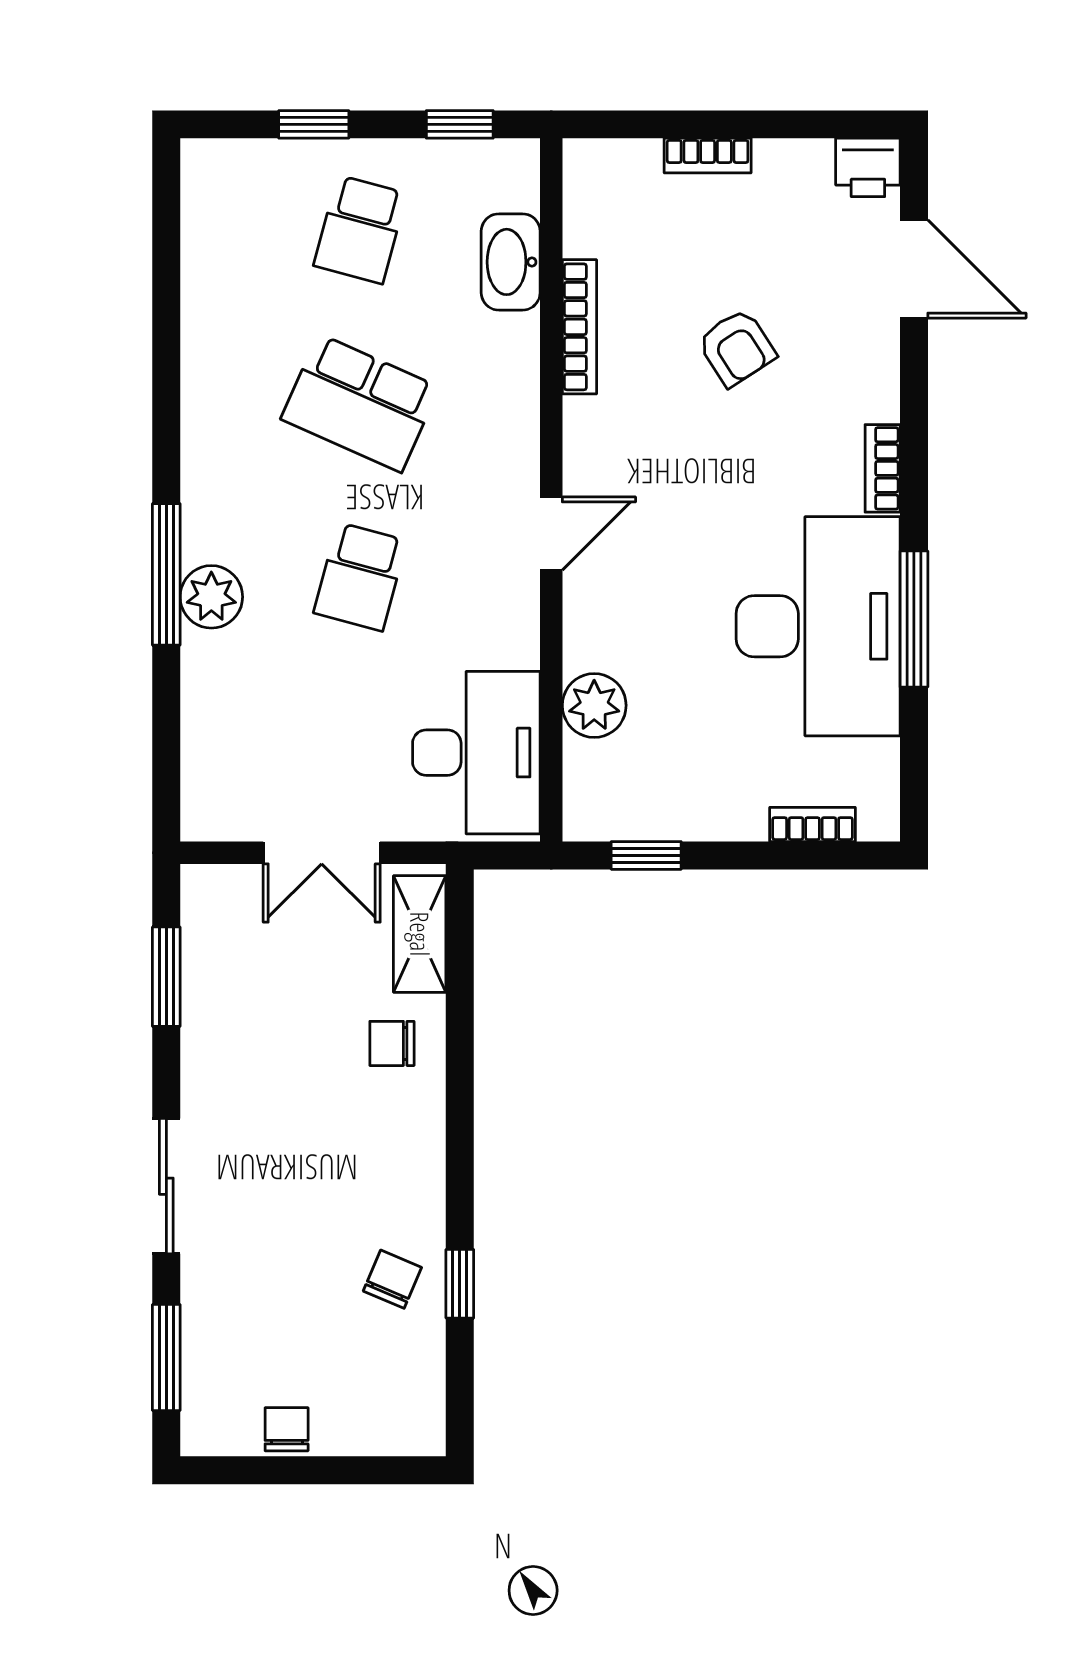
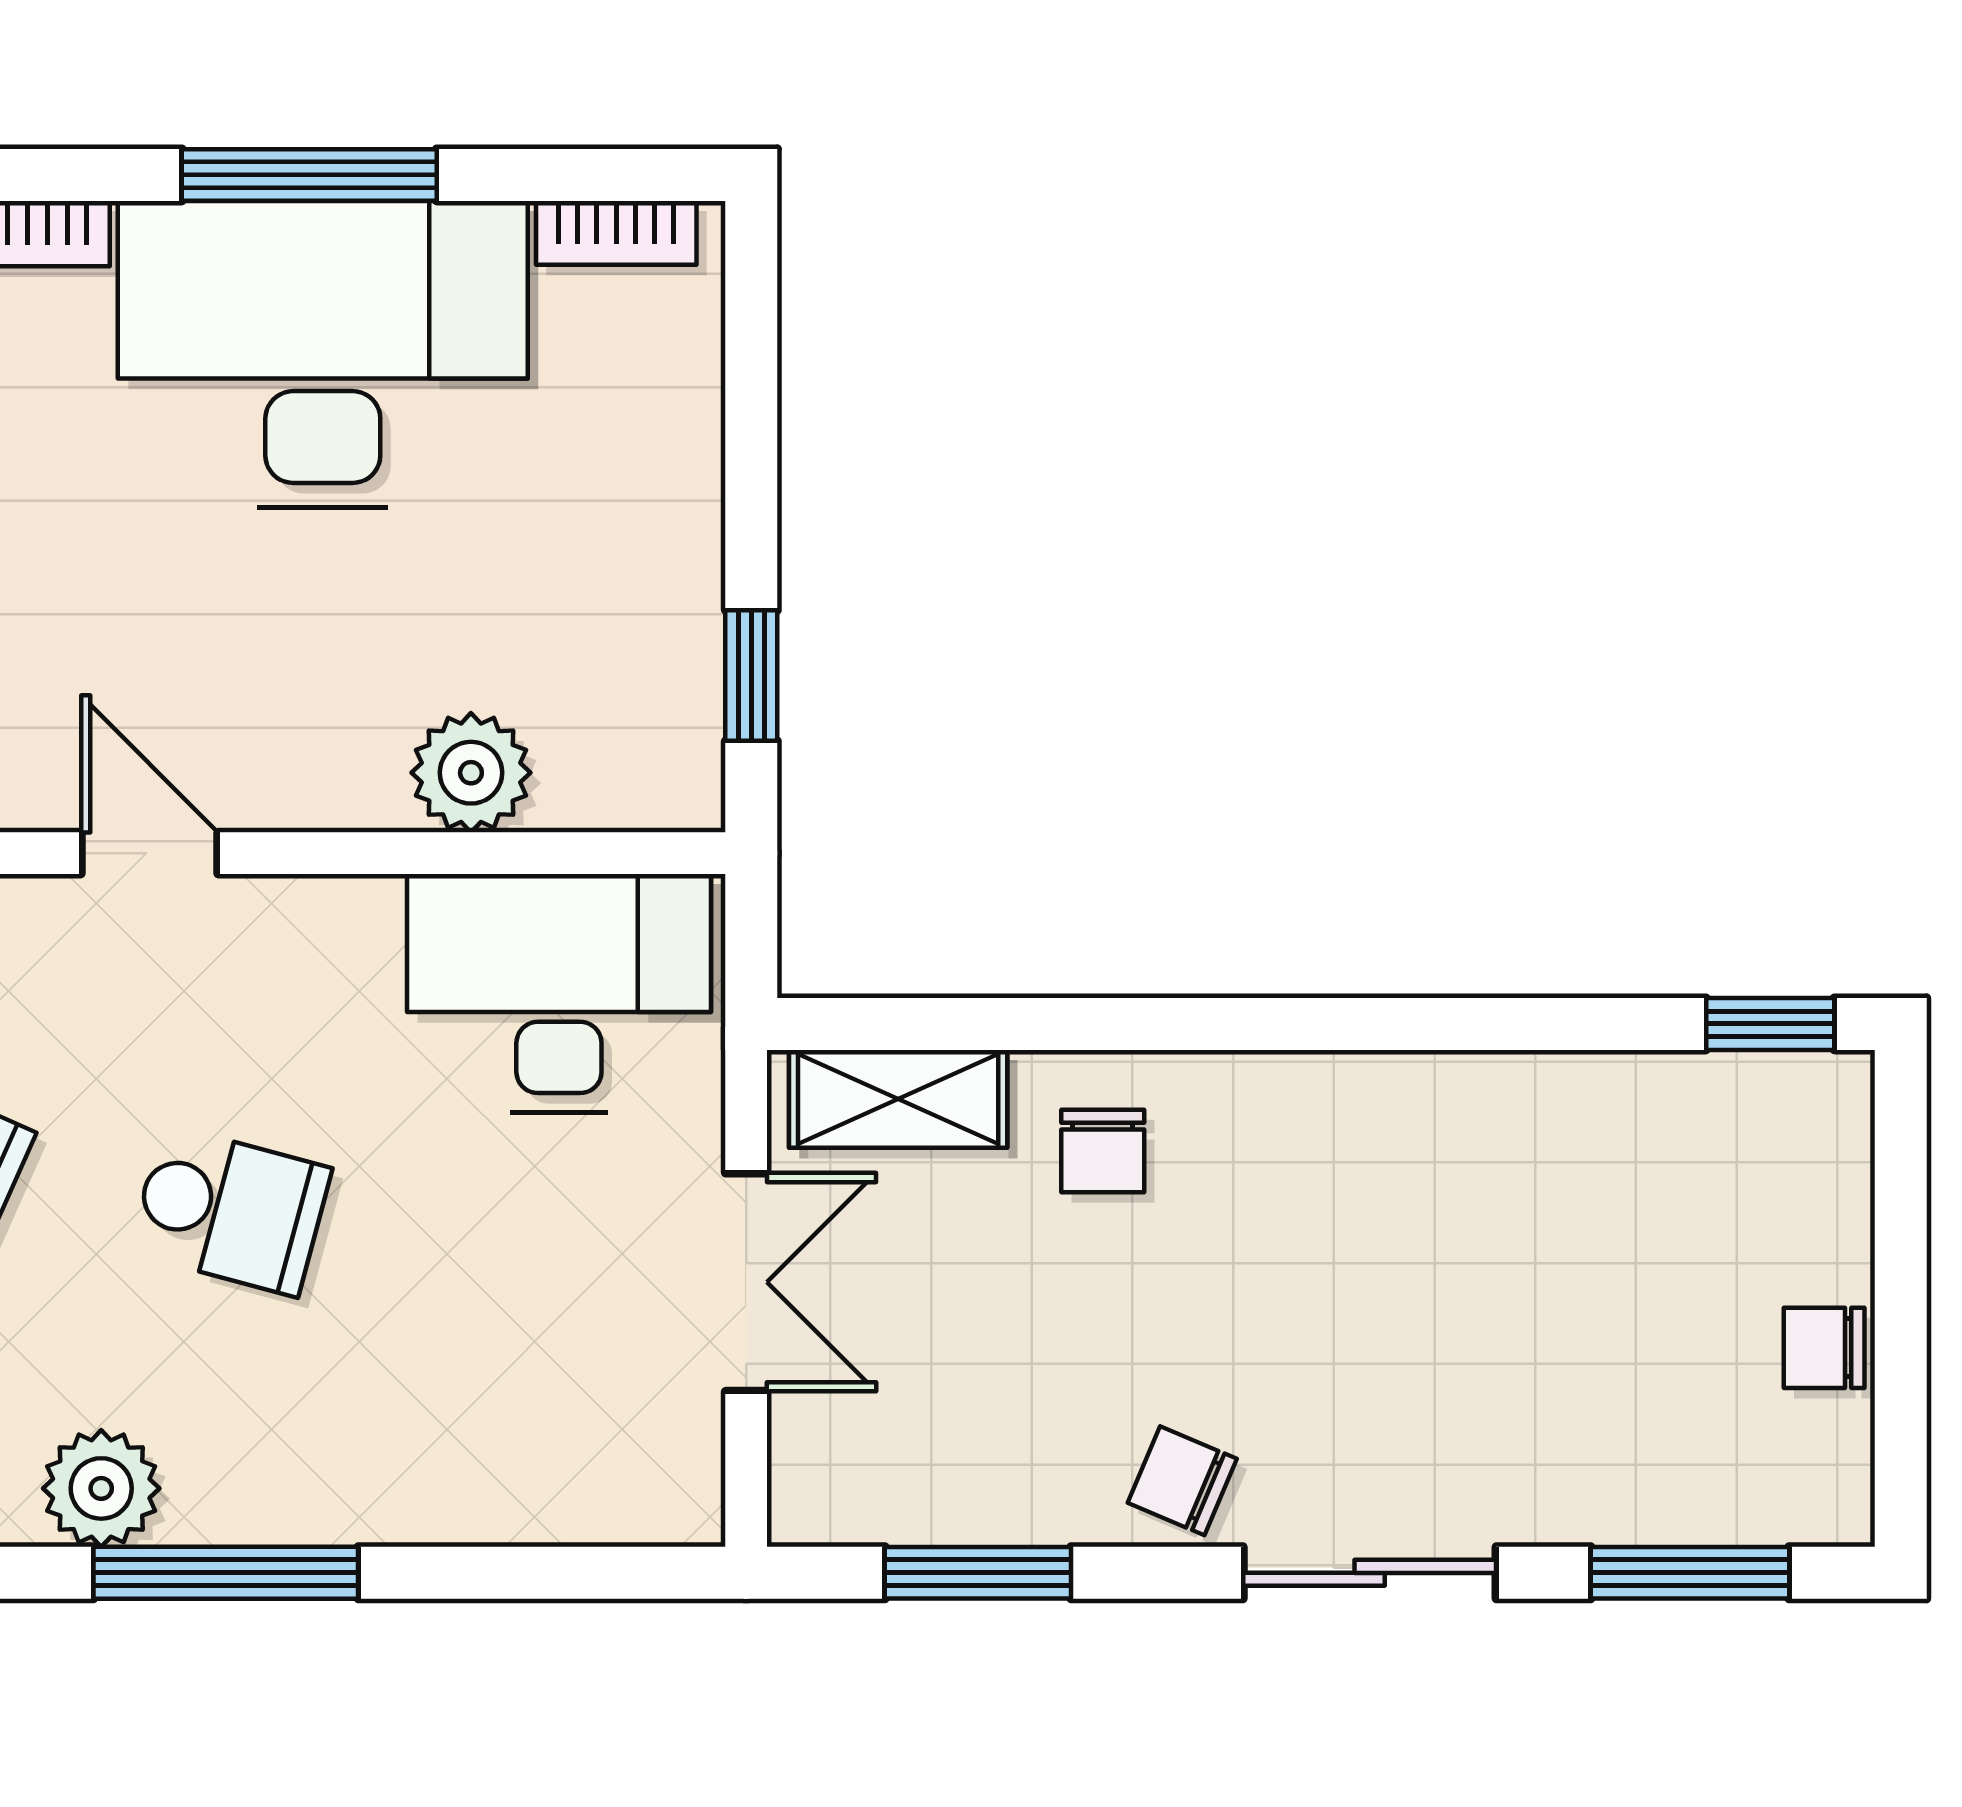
plant: (211, 597) -> (101, 1488), moved
bookcase: (813, 824) -> (616, 233), moved, turned -90
chair: (392, 1279) -> (1182, 1481), moved
window: (460, 1284) -> (1770, 1024), moved

